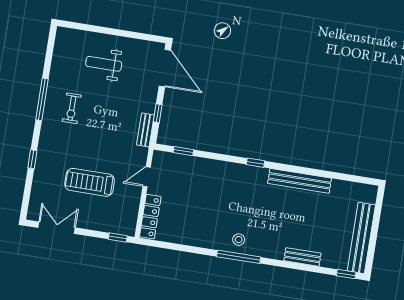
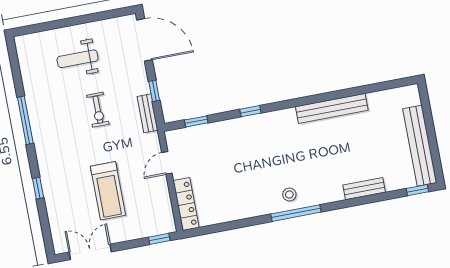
exercise bike: (72, 108) -> (98, 110), moved
window: (256, 163) -> (250, 111), moved
treadmill: (90, 182) -> (108, 191), turned -90

